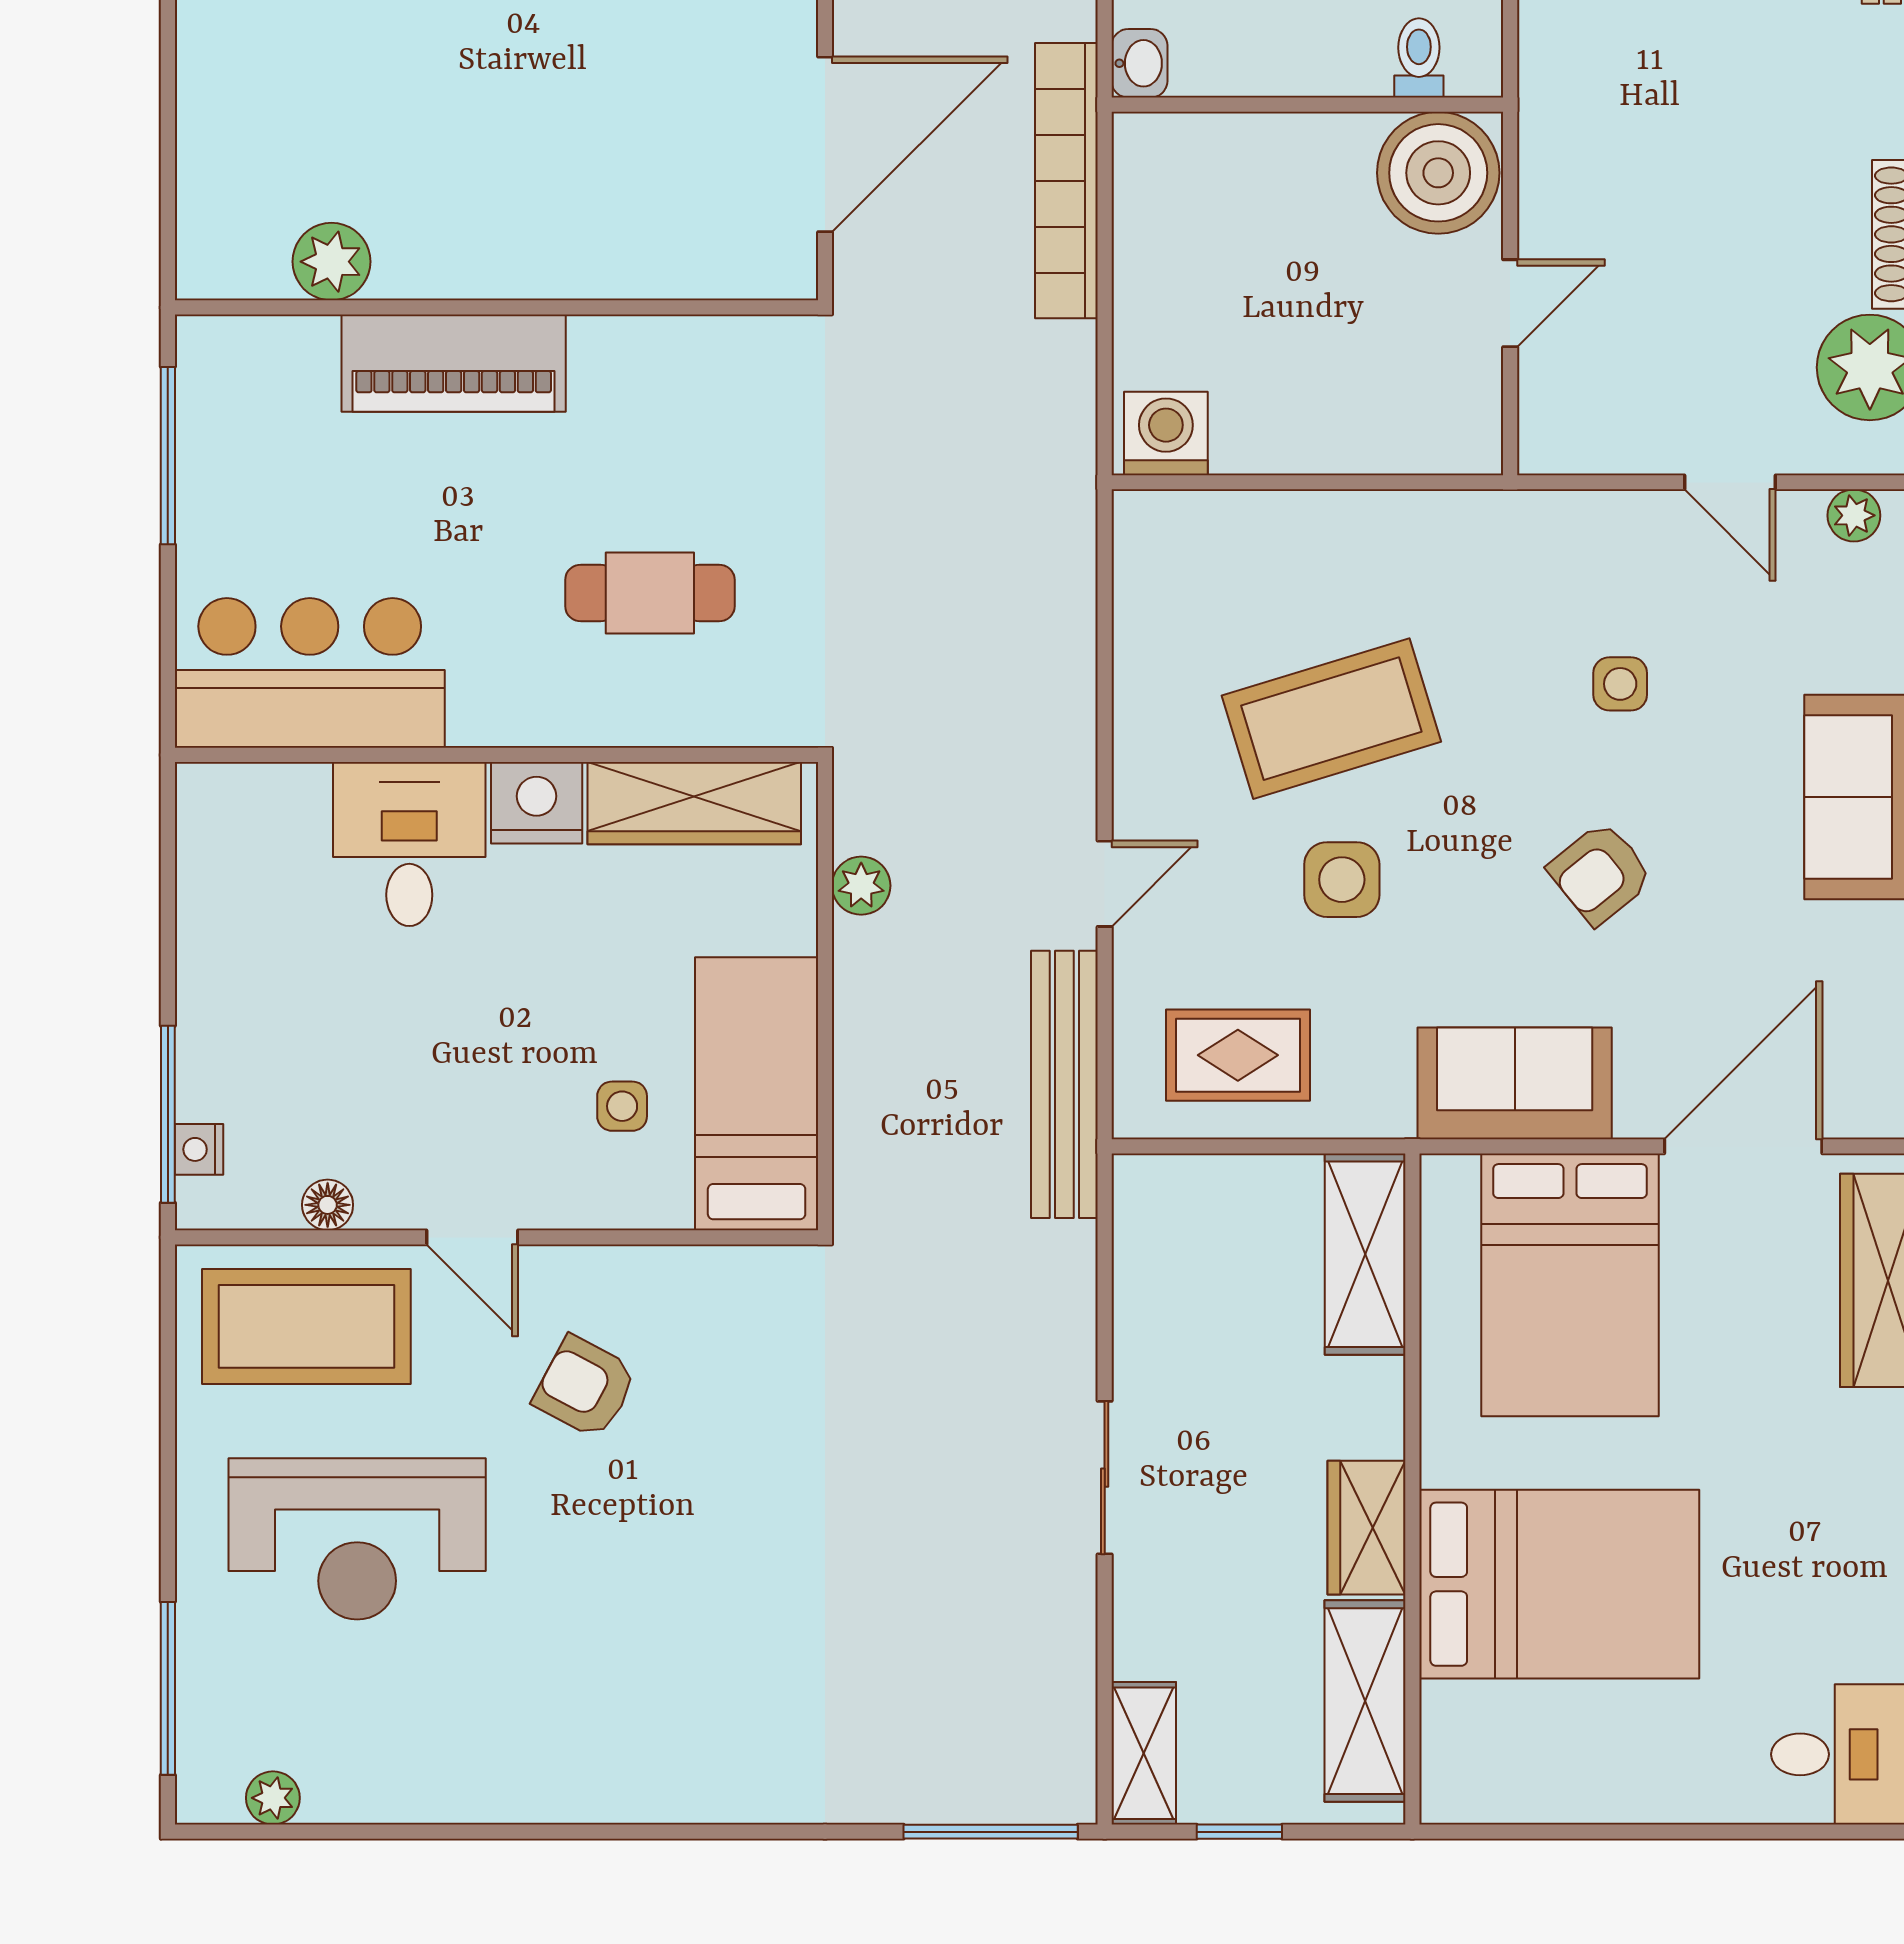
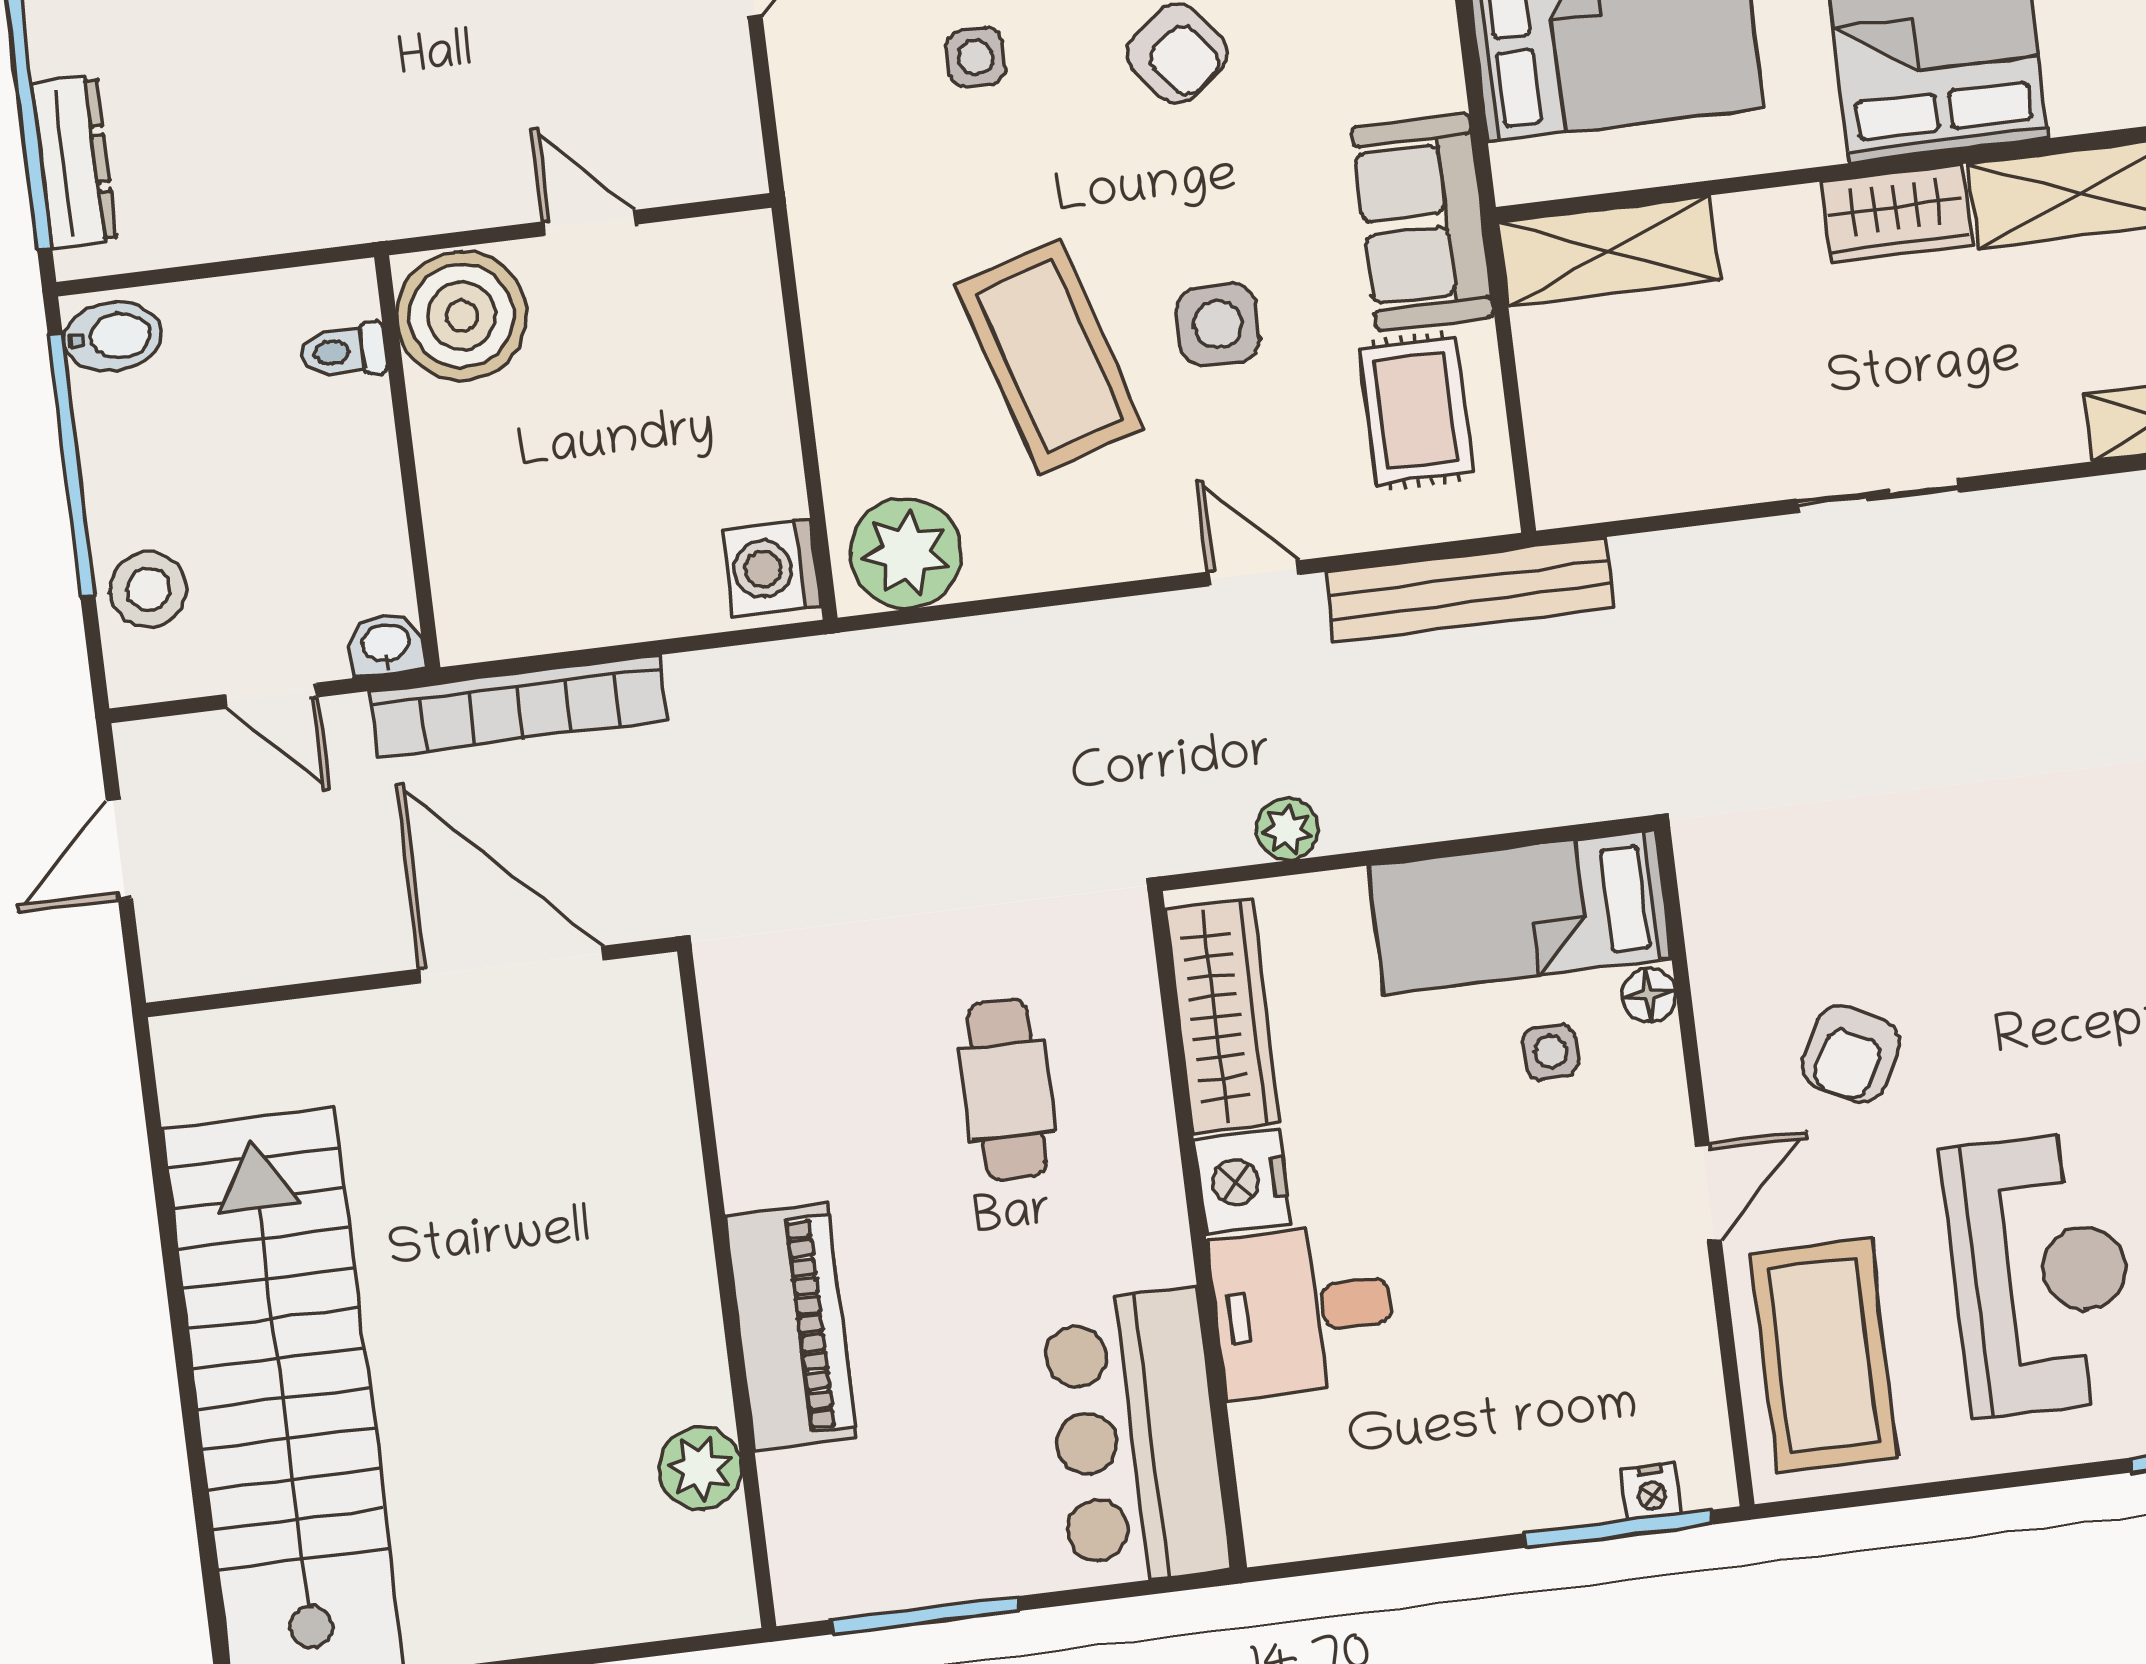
plant: (1164, 561) -> (906, 554), added
sofa: (1515, 1083) -> (1423, 222), moved
floor lamp: (328, 1205) -> (1649, 995), moved

